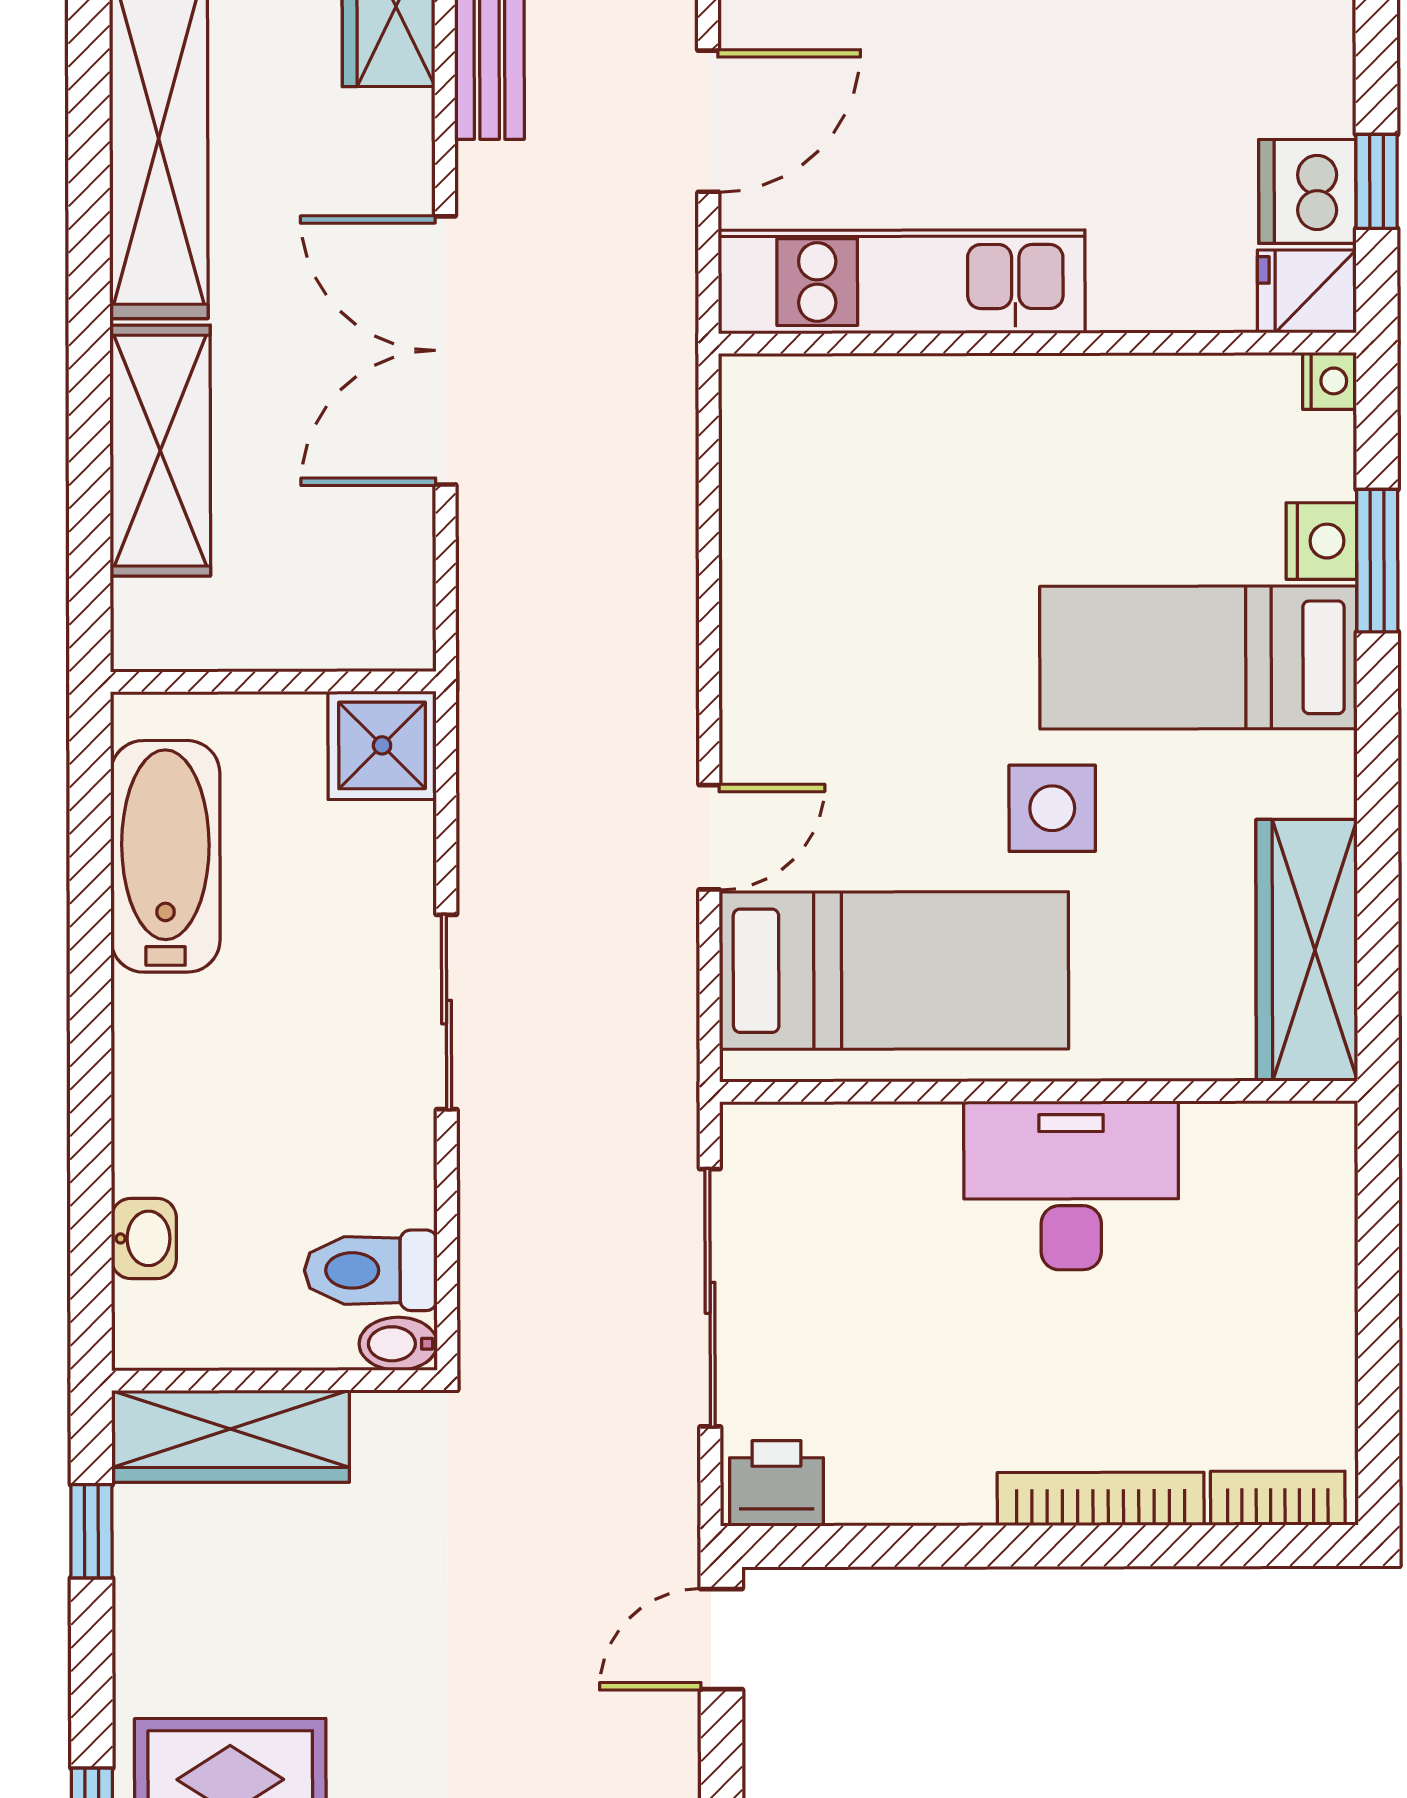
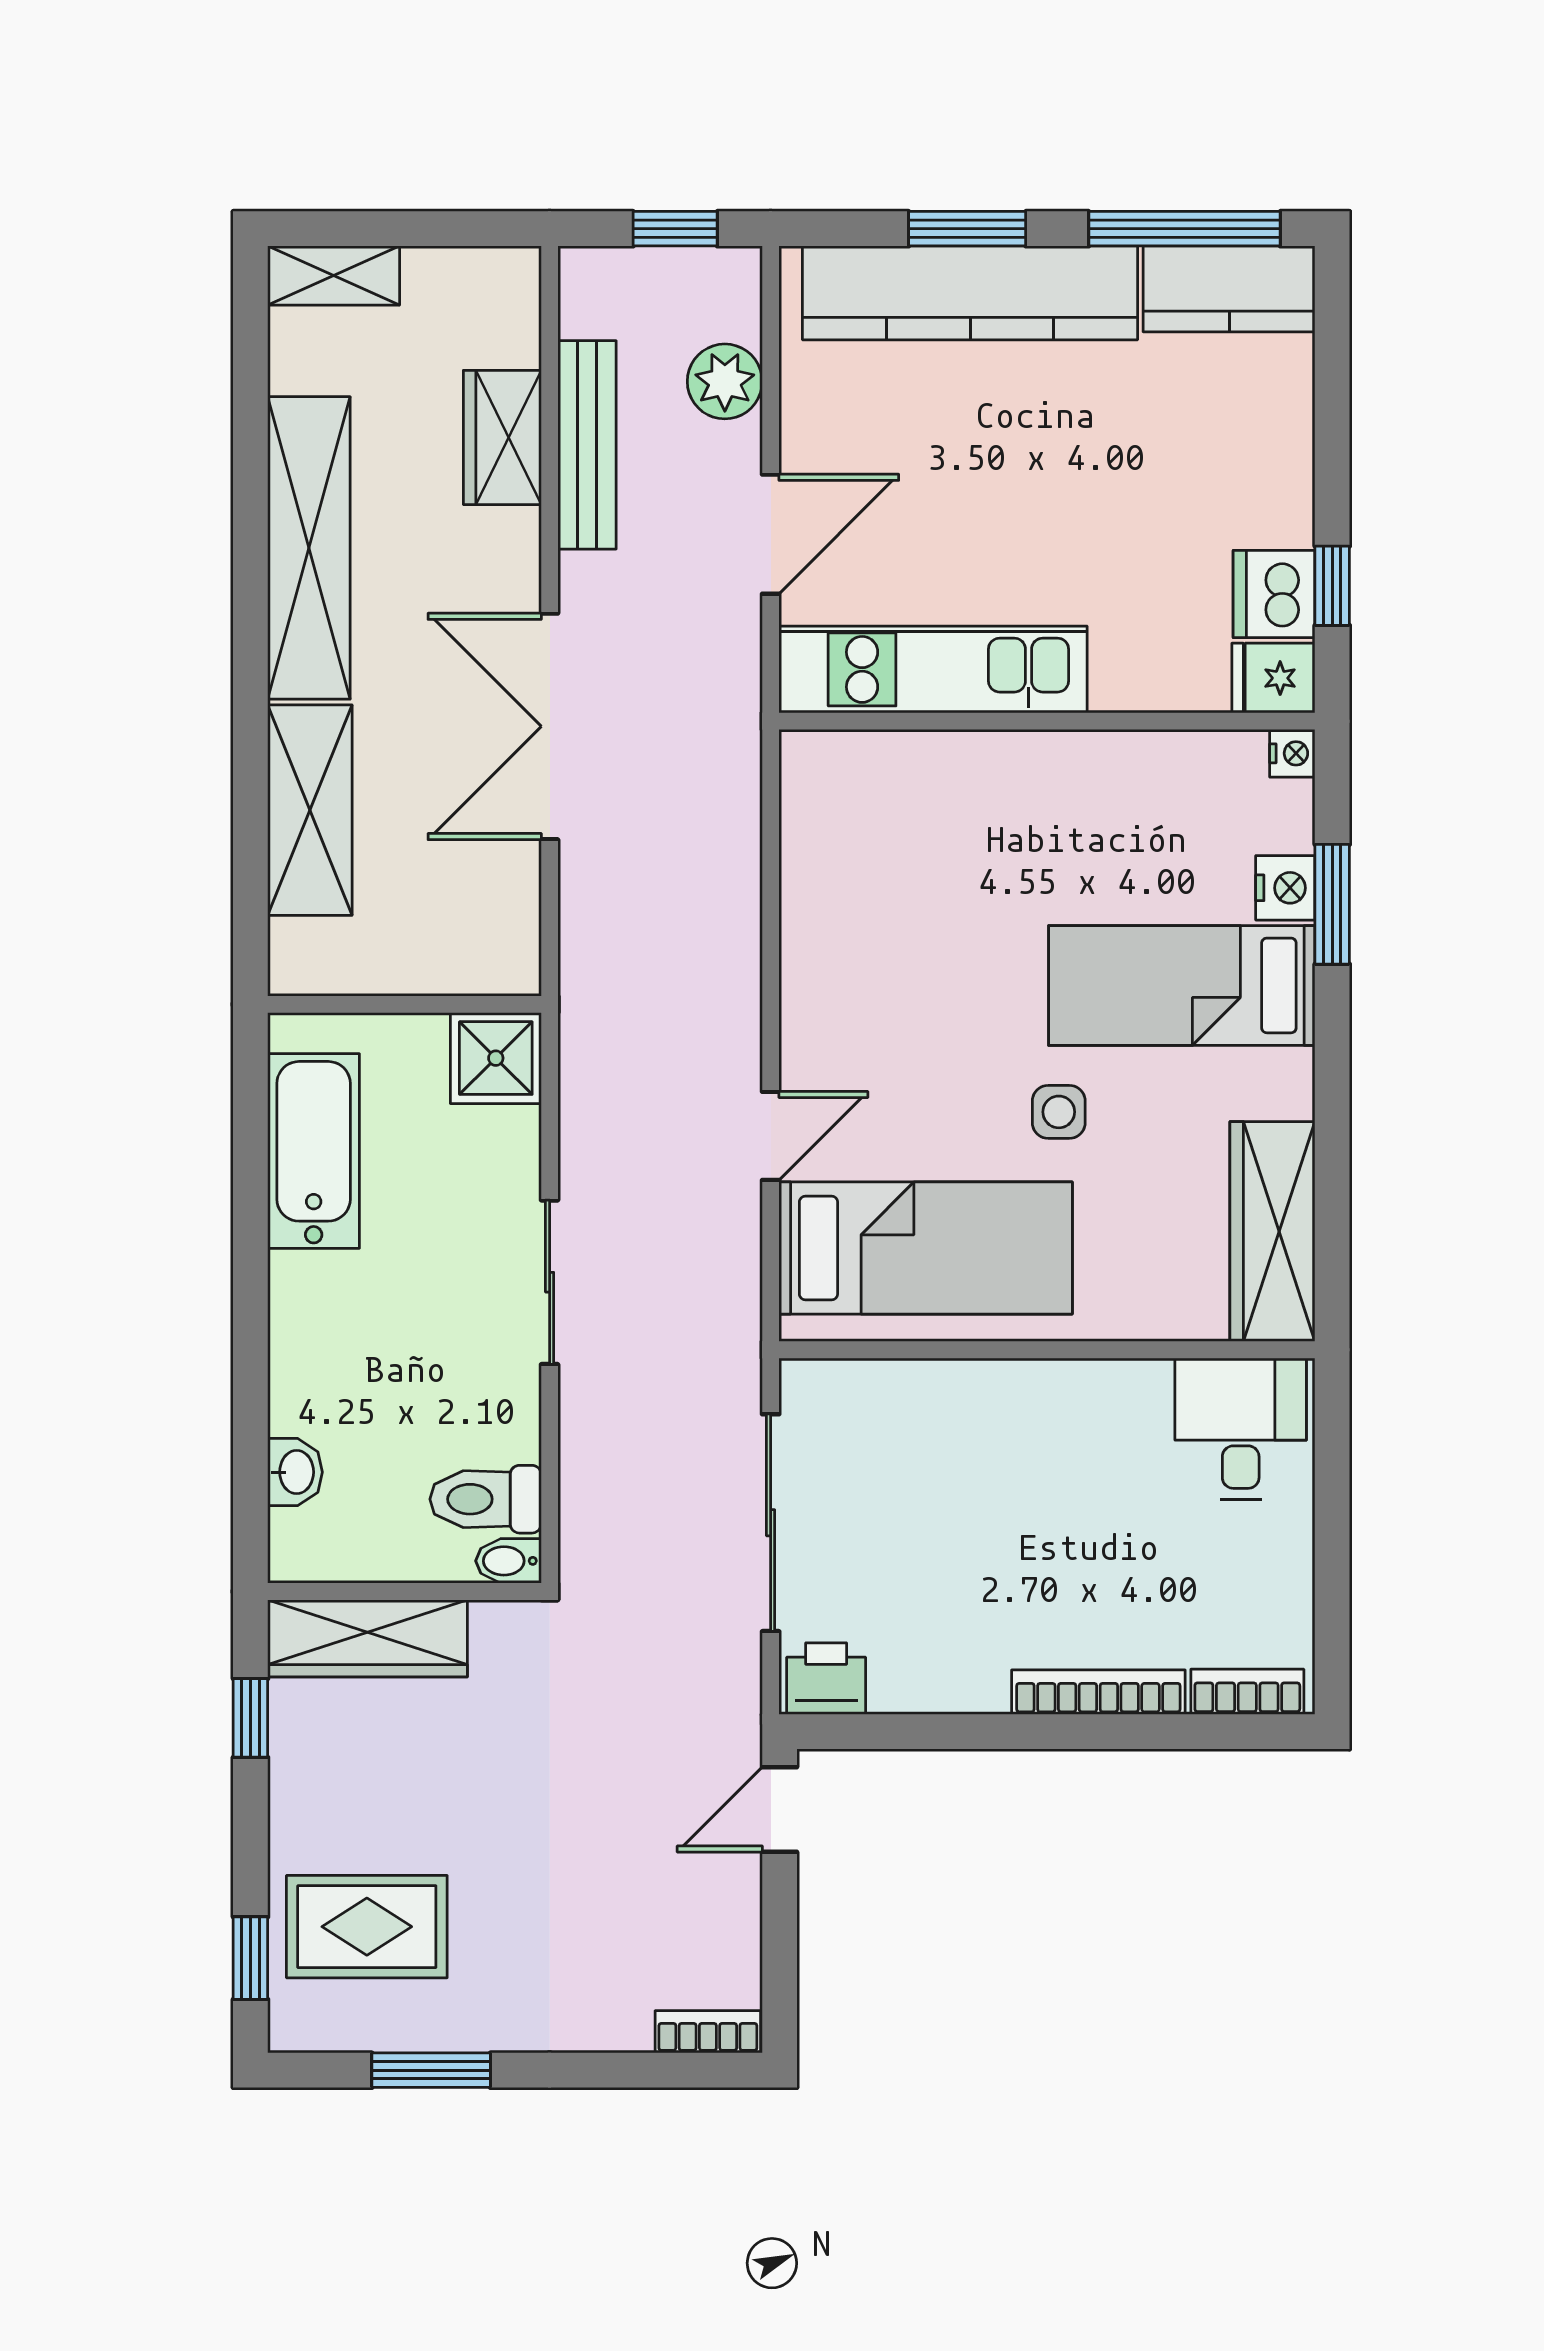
side table: (1052, 808) -> (1059, 1112), width x0.73, depth x0.73
desk: (1071, 1185) -> (1241, 1429), moved, width x0.73

